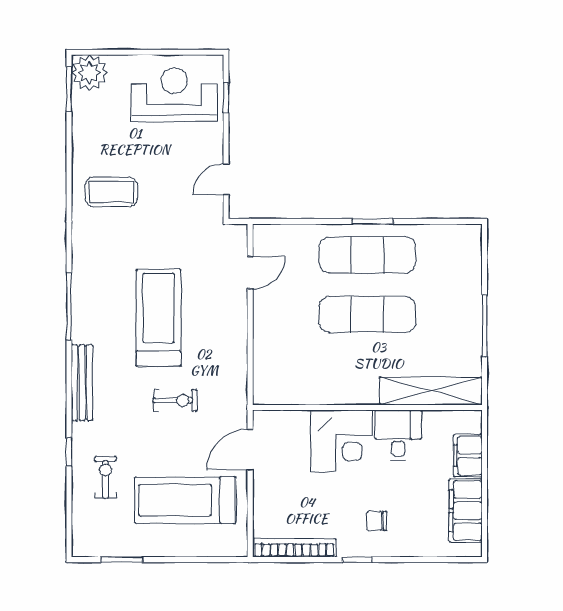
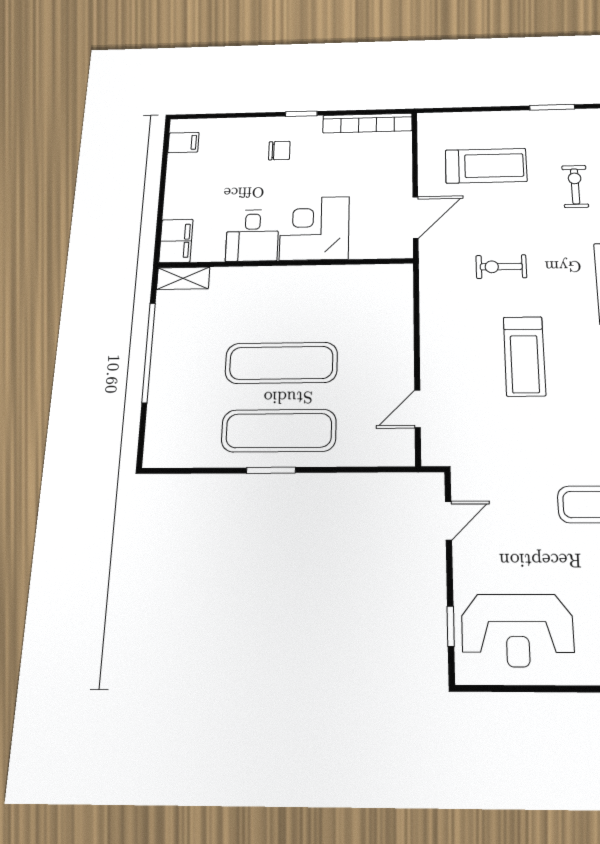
treadmill: (158, 318) -> (524, 356), width x0.73, depth x0.73
window: (484, 326) -> (149, 352), width x1.46
shelving: (431, 391) -> (183, 278), width x0.45, depth x0.75
filing cabinet: (468, 456) -> (176, 241), moved
exercise bike: (106, 477) -> (575, 186), turned 180
treadmill: (185, 500) -> (486, 166), width x0.73, depth x0.73
filing cabinet: (466, 511) -> (183, 143), width x0.33, depth x0.86

